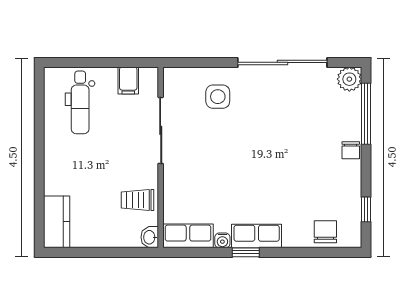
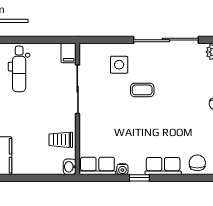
filing cabinet: (128, 80) -> (69, 53), moved
coffee table: (250, 131) -> (142, 90), added
row of seats: (257, 236) -> (163, 166), moved

